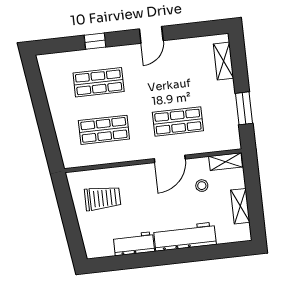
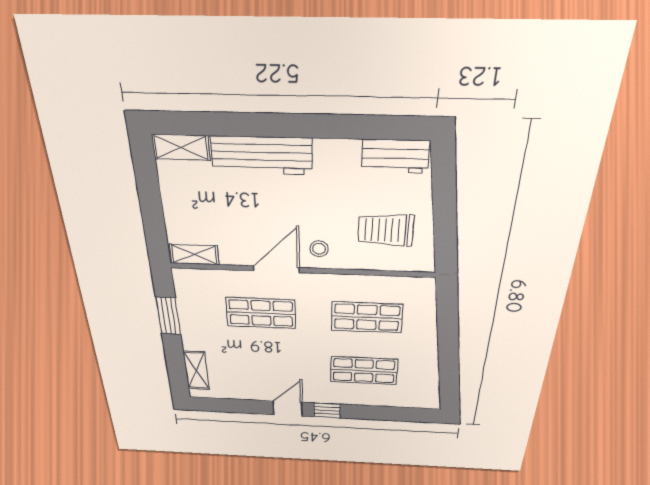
window: (95, 41) -> (327, 410), moved
stool: (202, 186) -> (319, 249), moved
shelving: (240, 206) -> (181, 147), moved, turned 90
workbench: (134, 244) -> (395, 156), moved

